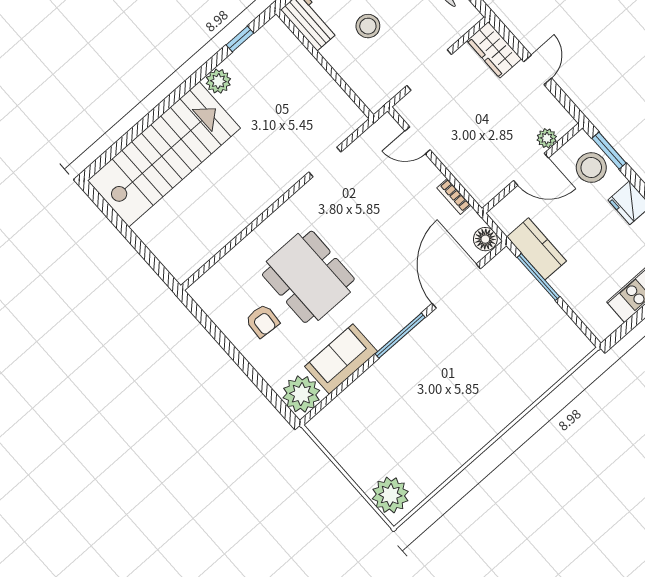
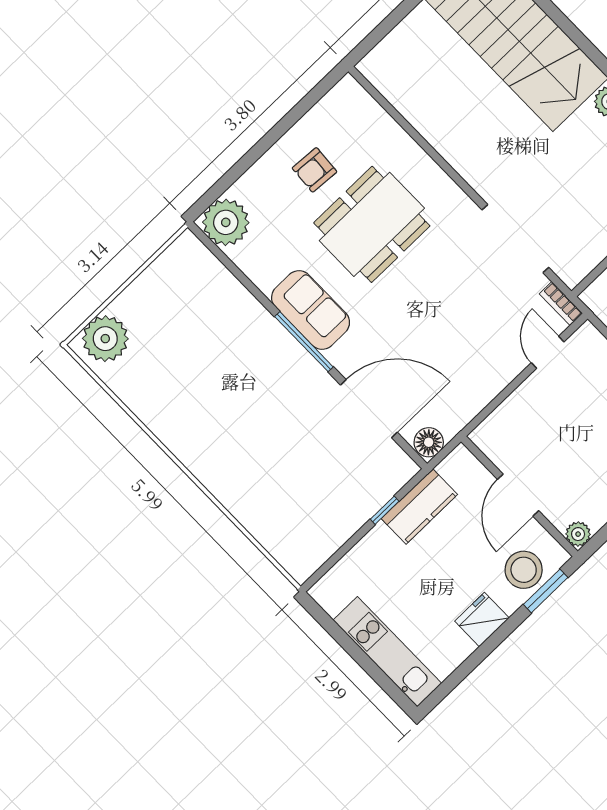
plant: (547, 138) -> (578, 534), moved
doorway: (325, 162) -> (515, 239), width x1.87
bookcase: (454, 197) -> (561, 304), moved, turned -90
window: (538, 277) -> (385, 510), width x0.46
sofa: (341, 359) -> (311, 310), moved

